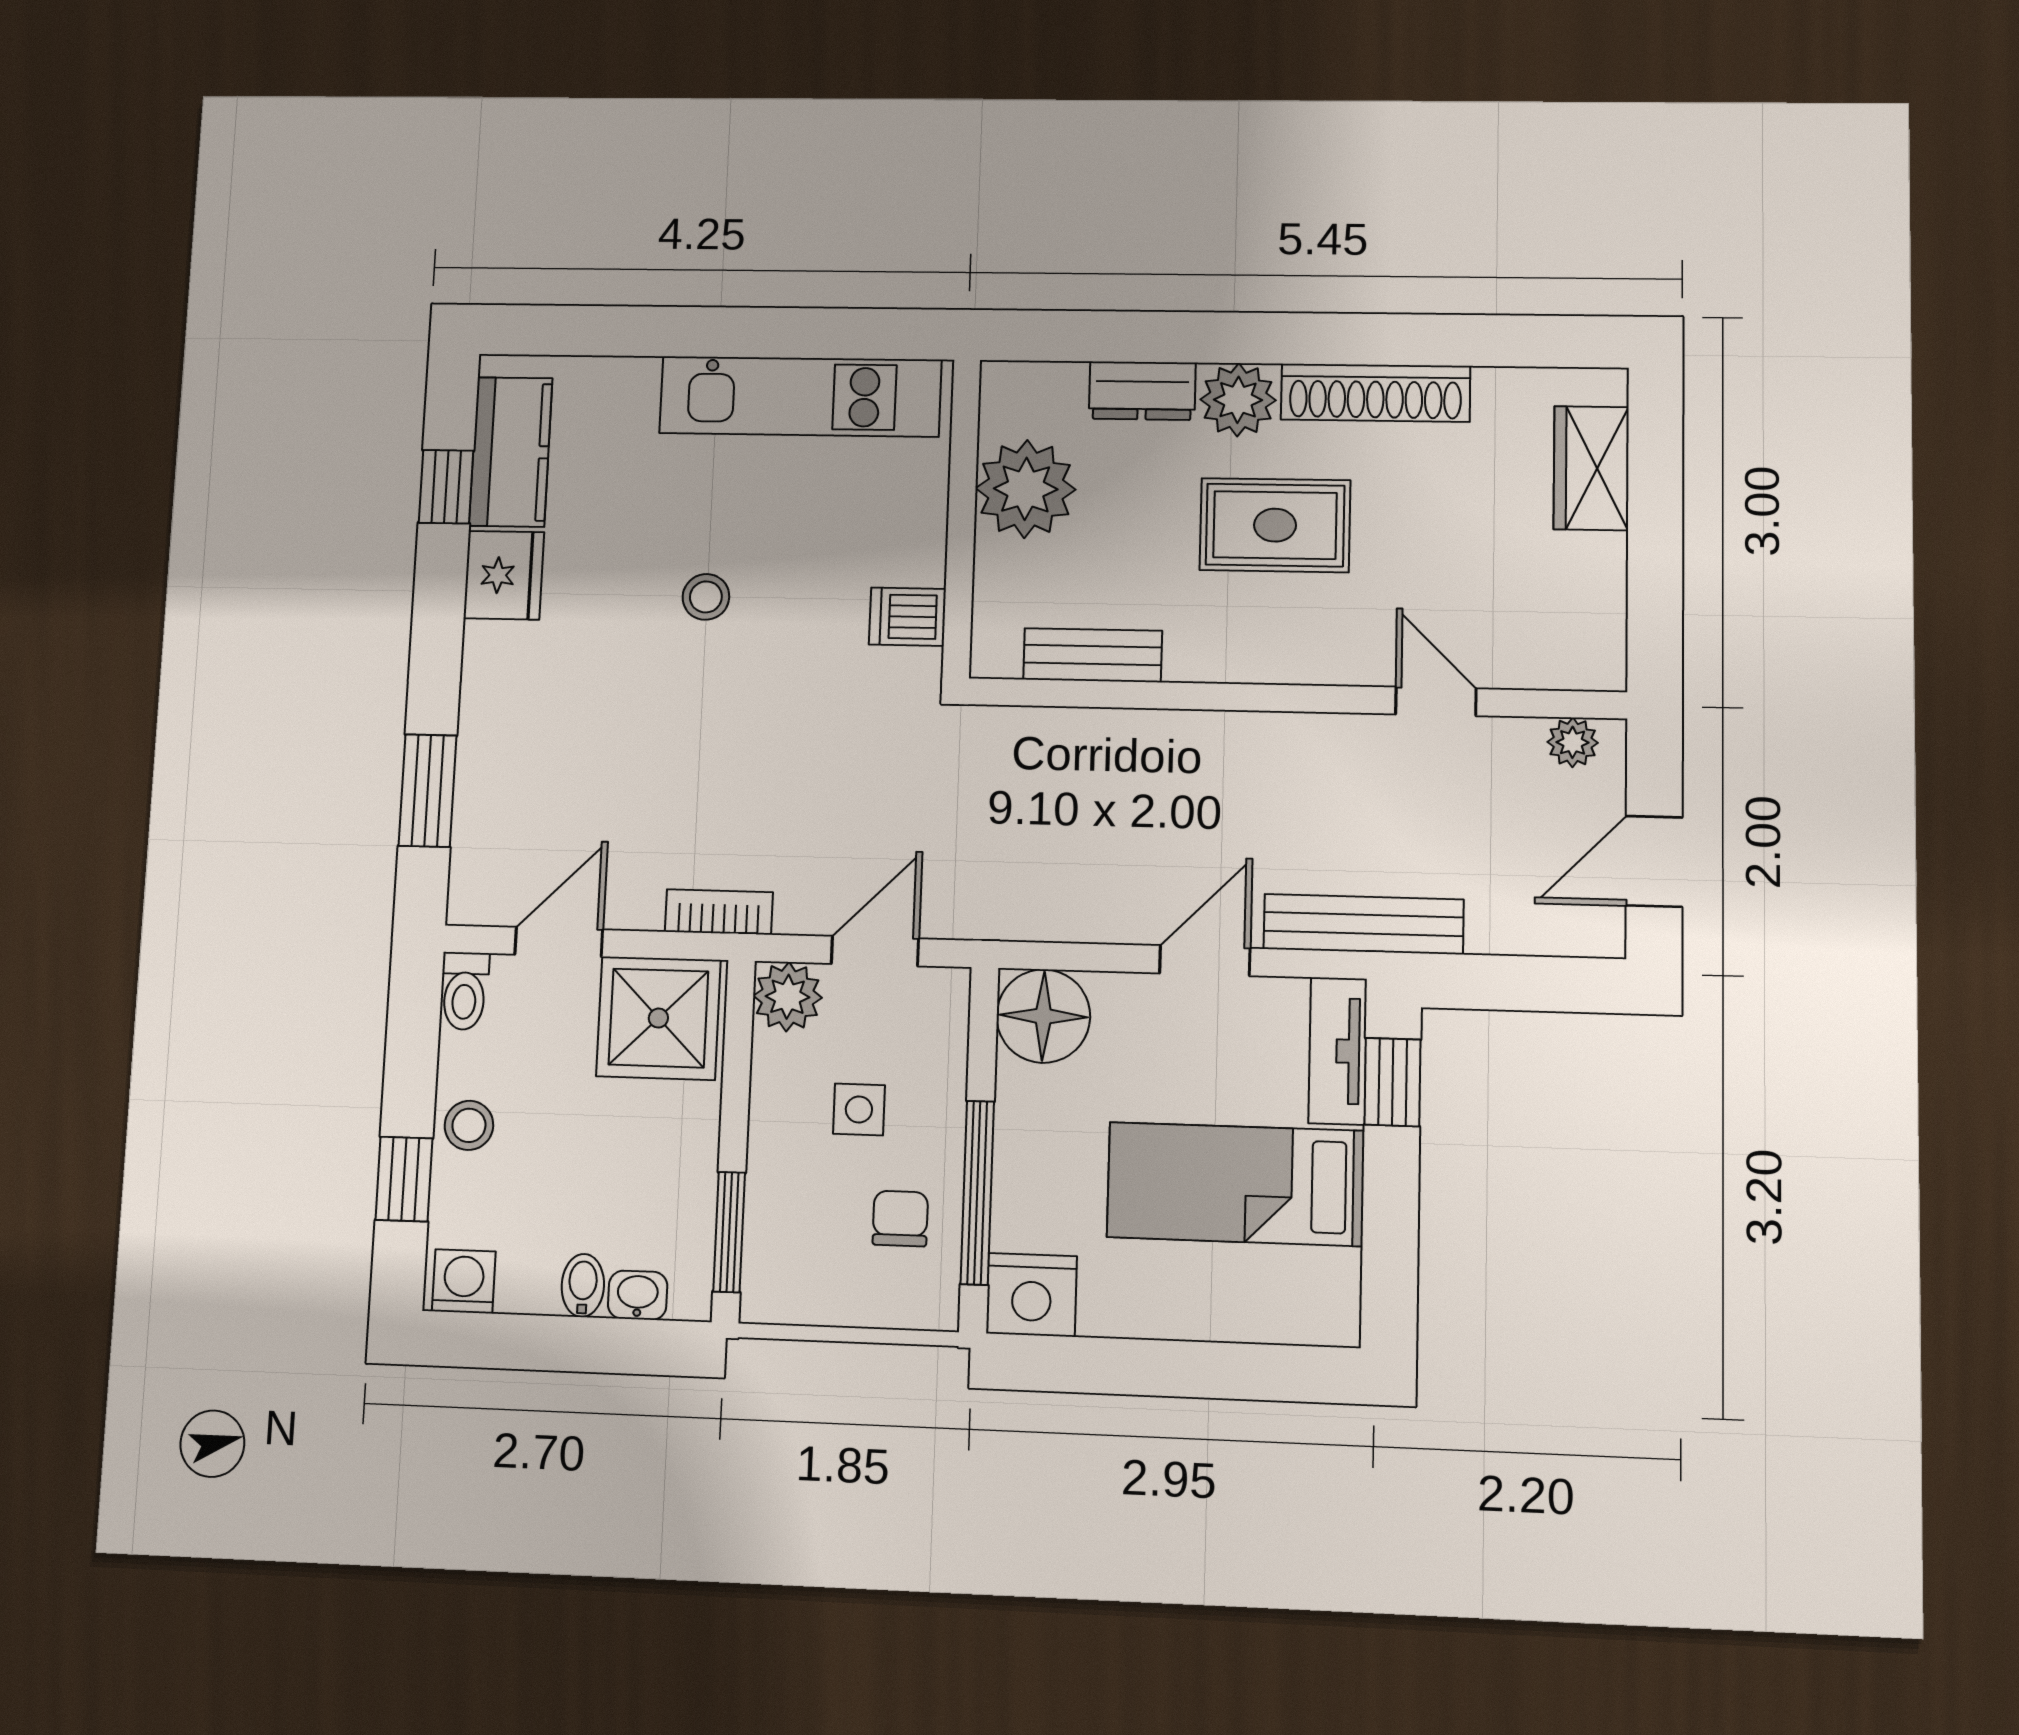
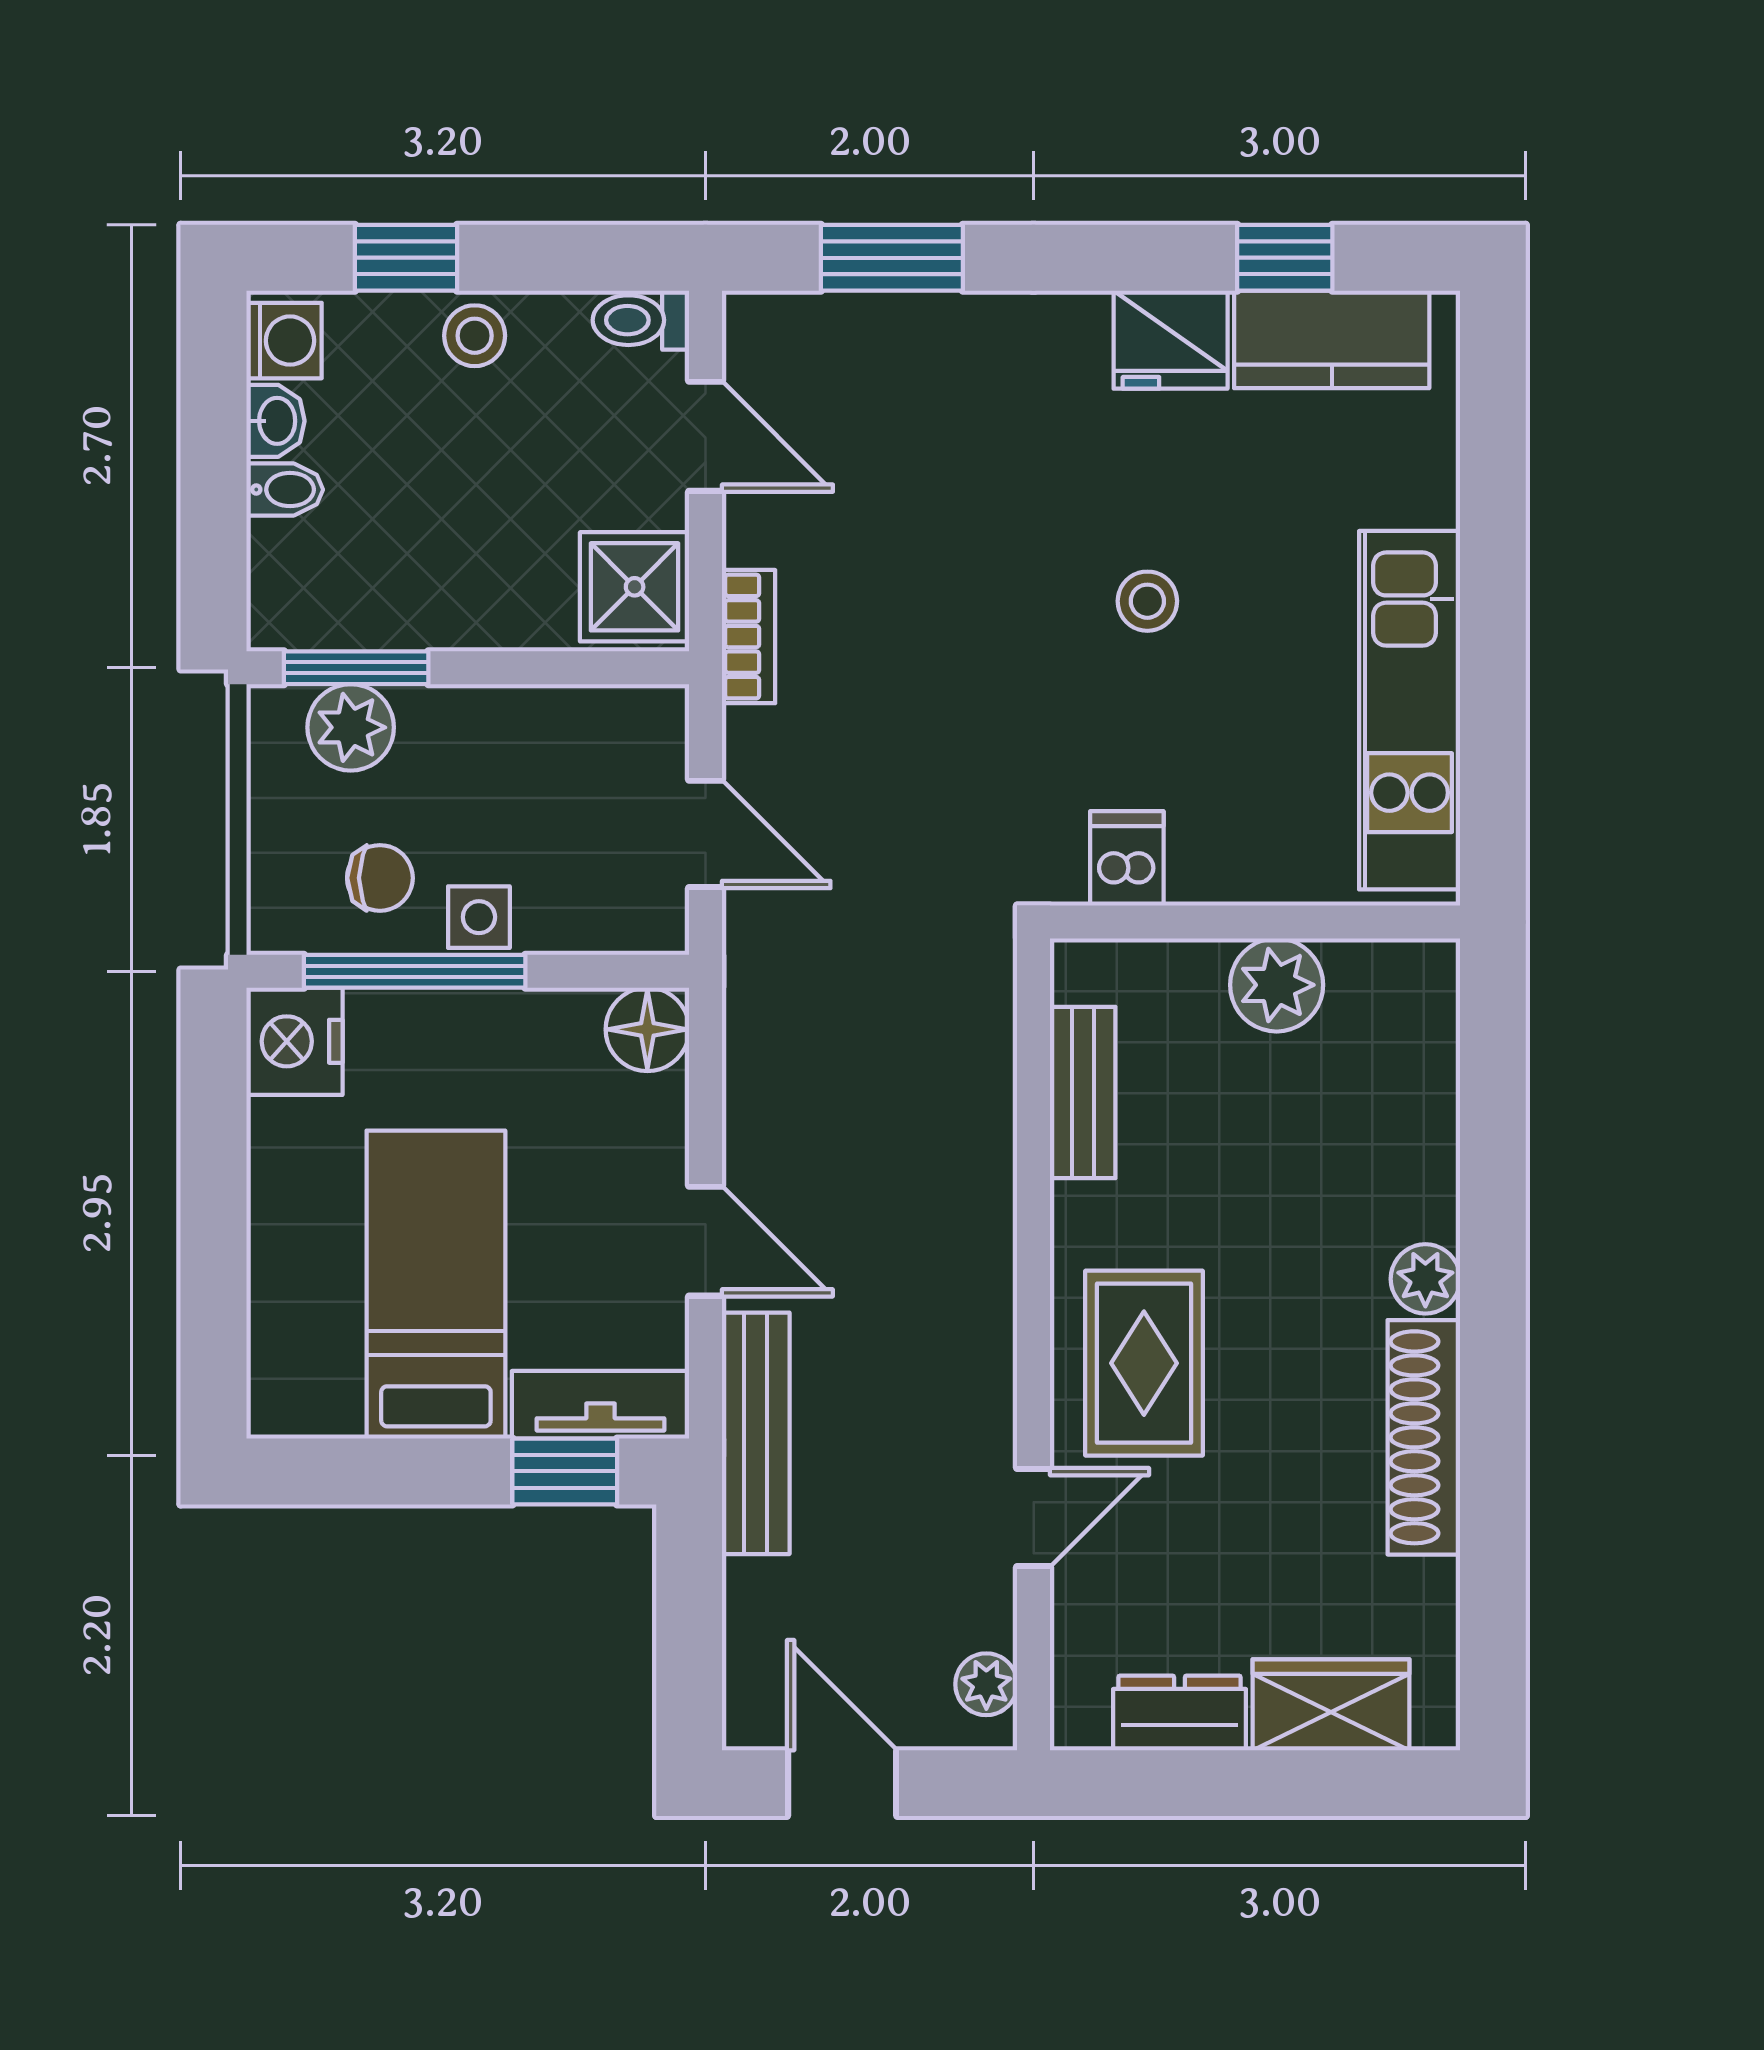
dresser: (1142, 391) -> (1179, 1713), moved, turned 90
plant: (1238, 400) -> (1425, 1279), width x0.73, depth x0.73
plant: (1026, 489) -> (1277, 985), width x0.73, depth x0.73
rug: (1275, 525) -> (1144, 1363), moved
plant: (788, 997) -> (351, 727), moved
floor lamp: (1043, 1016) -> (647, 1029), width x0.73, depth x0.73
shower: (658, 1018) -> (635, 587), width x0.73, depth x0.73
side table: (859, 1109) -> (479, 917), moved
washbasin: (638, 1295) -> (275, 421), moved

